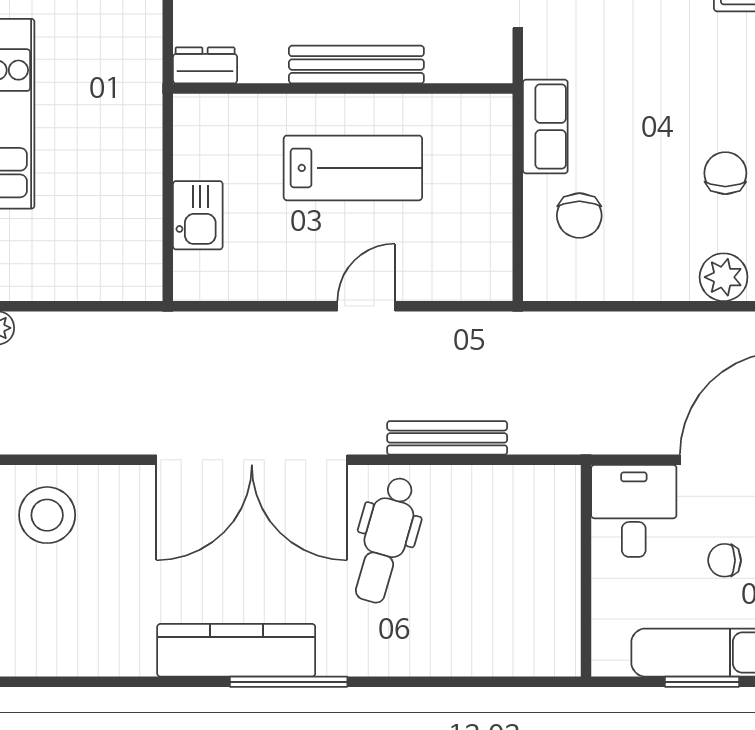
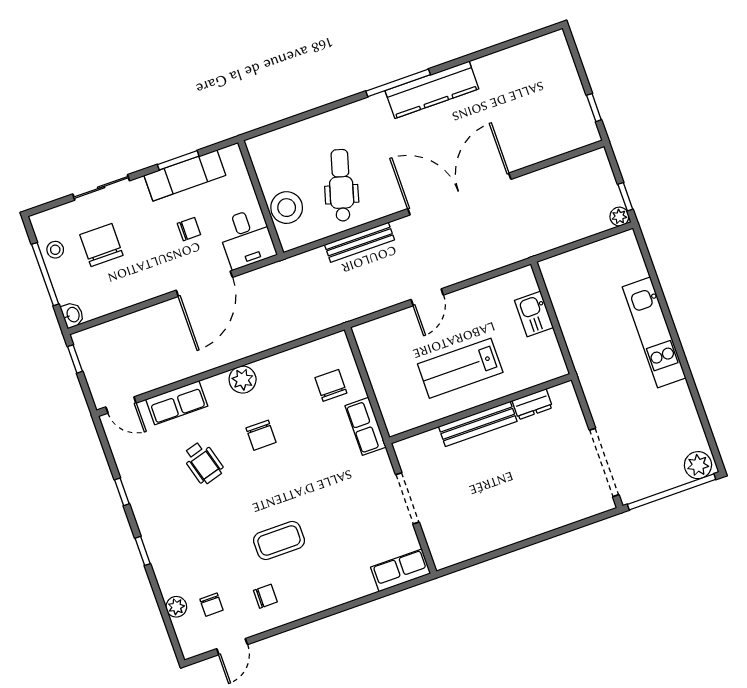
dresser: (205, 65) -> (532, 404), moved
stool: (47, 515) -> (287, 208), moved
dental chair: (385, 540) -> (341, 185), moved

